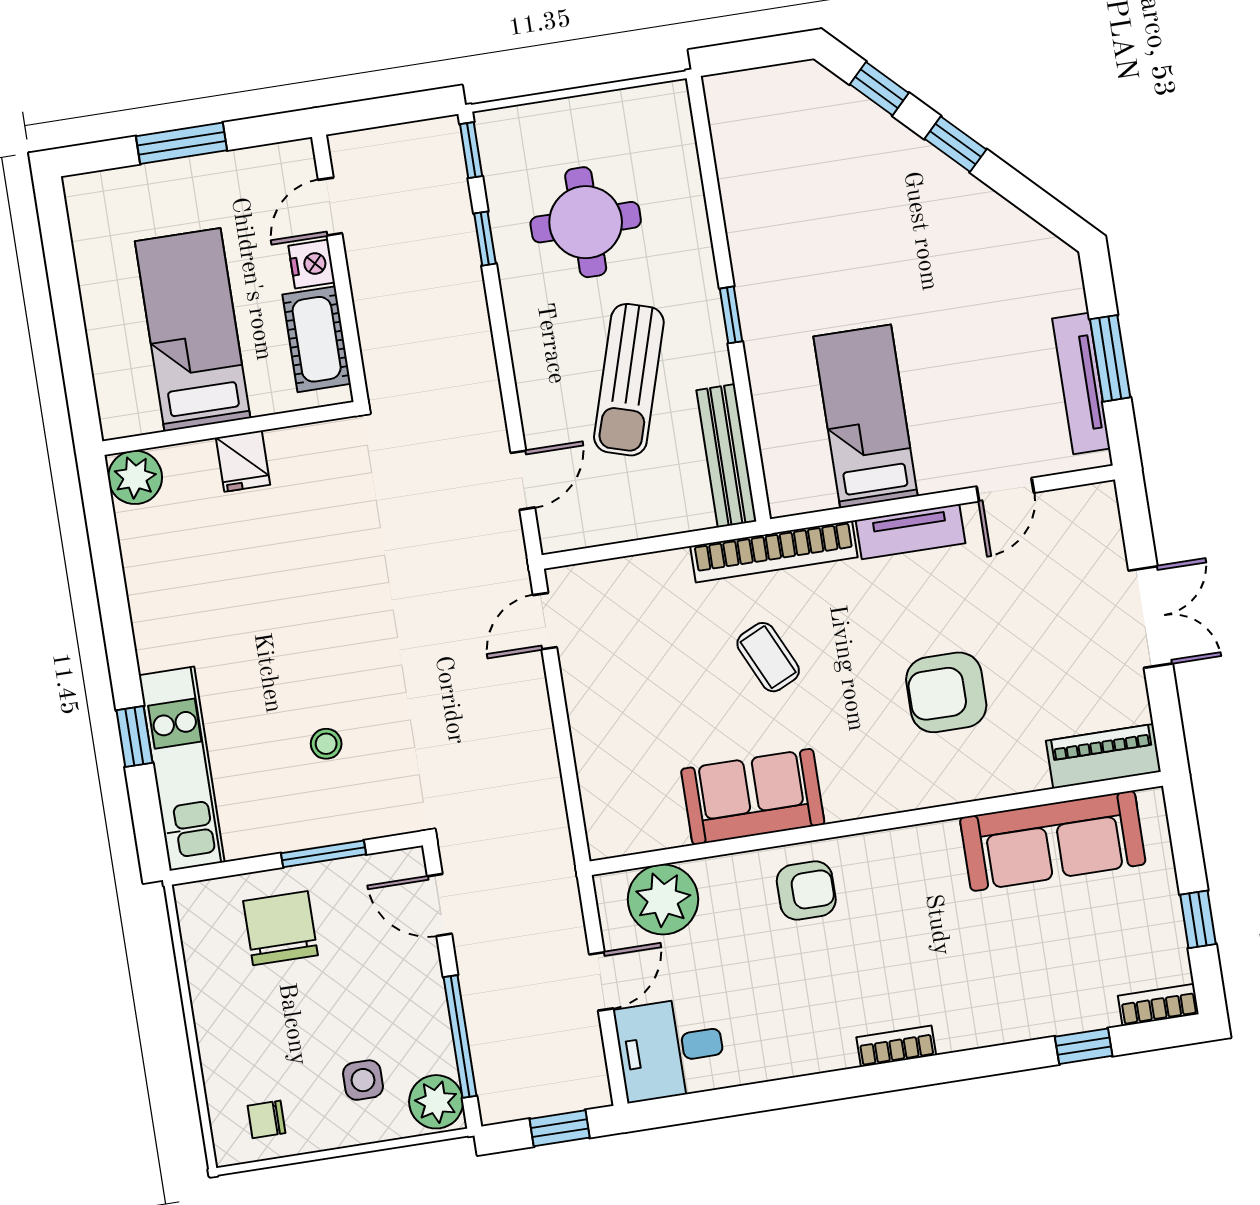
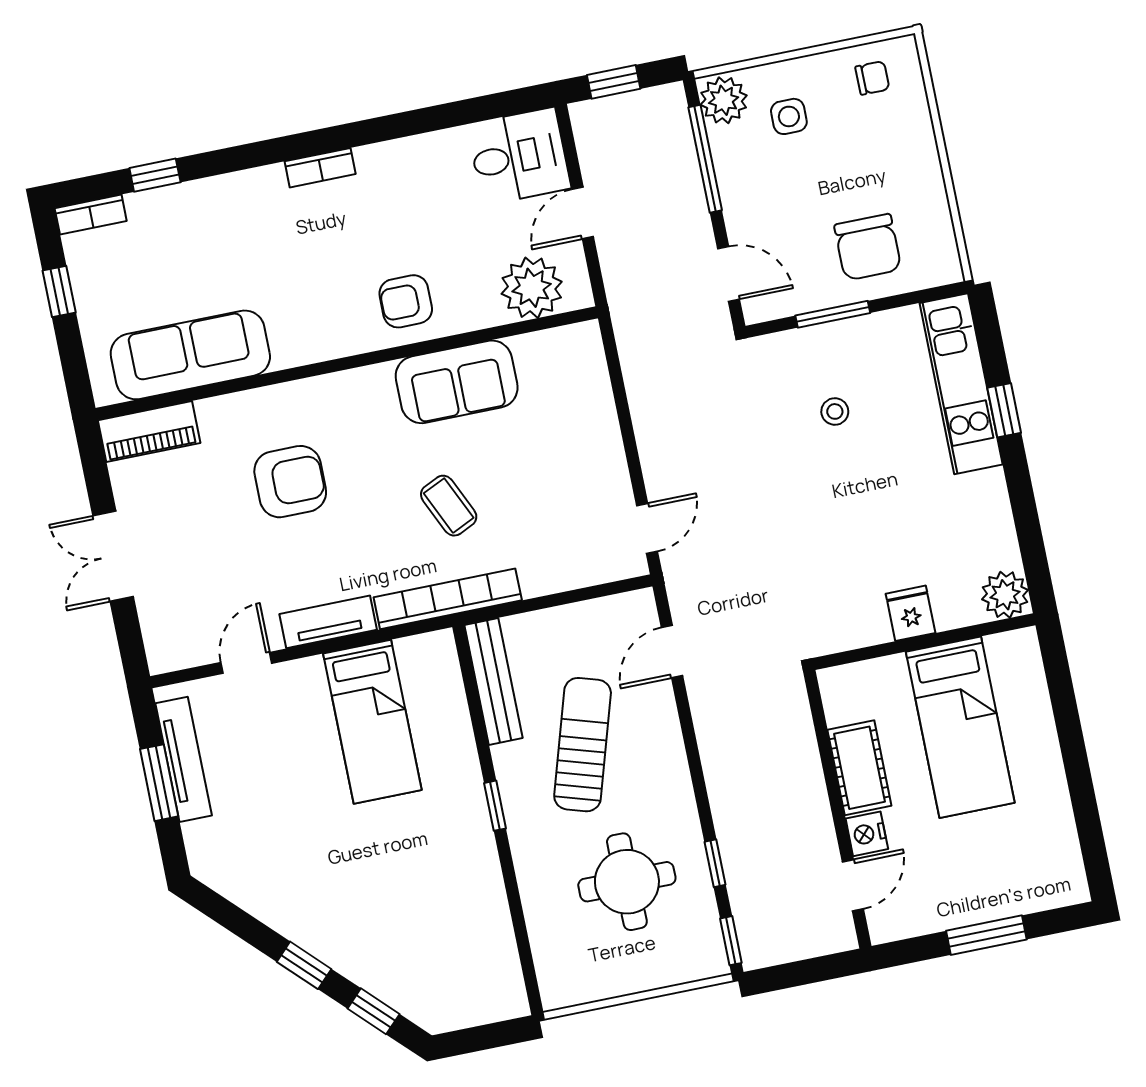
bed: (193, 330) -> (960, 727), moved
wall: (229, 428) -> (924, 642), moved
fridge: (243, 461) -> (911, 613), moved
plant: (135, 477) -> (1005, 595), moved

